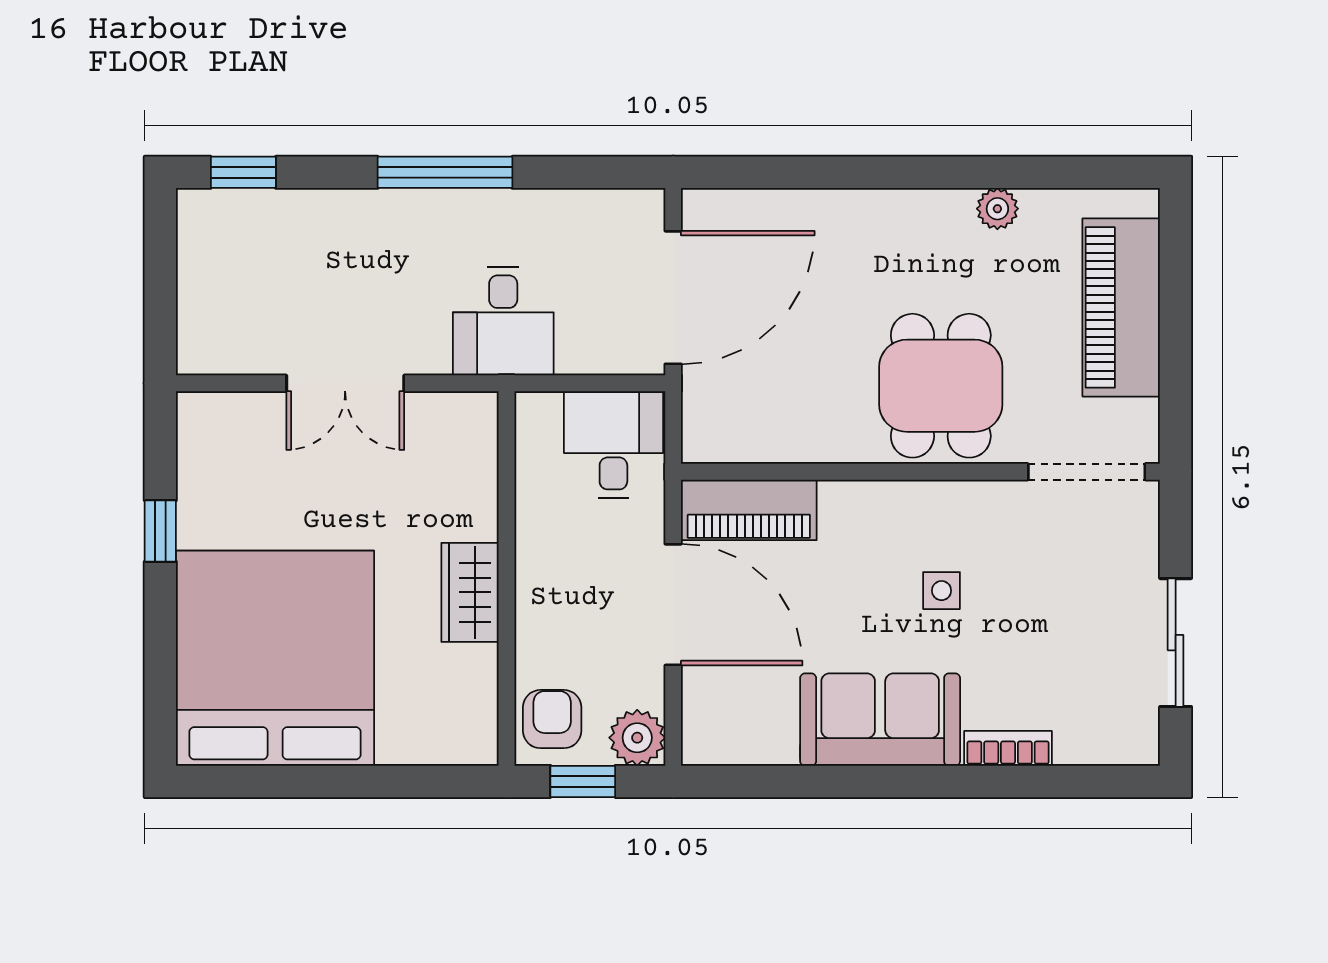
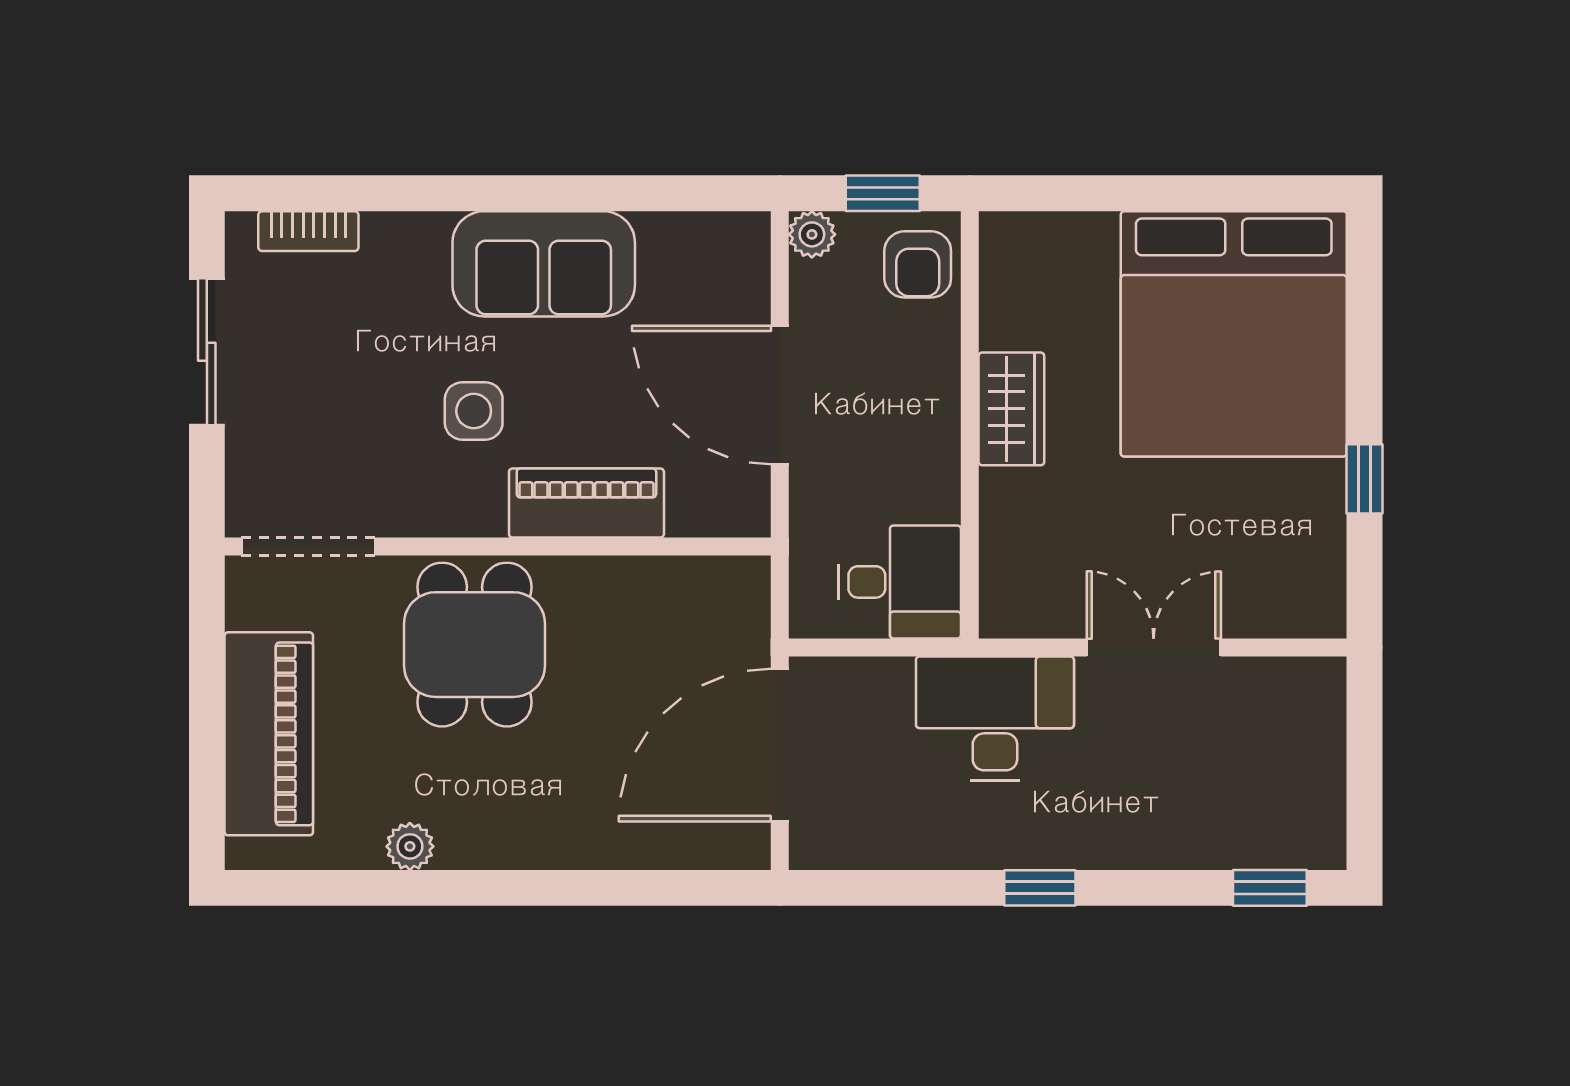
window: (445, 172) -> (1040, 888), width x0.46
desk: (503, 321) -> (995, 718), width x1.37
desk: (613, 445) -> (900, 582), moved, turned -90
piano: (749, 510) -> (586, 503), moved
side table: (942, 591) -> (474, 411), width x1.37, depth x1.37
plant: (637, 738) -> (812, 234), width x0.73, depth x0.73
bookcase: (1008, 748) -> (308, 231), moved

